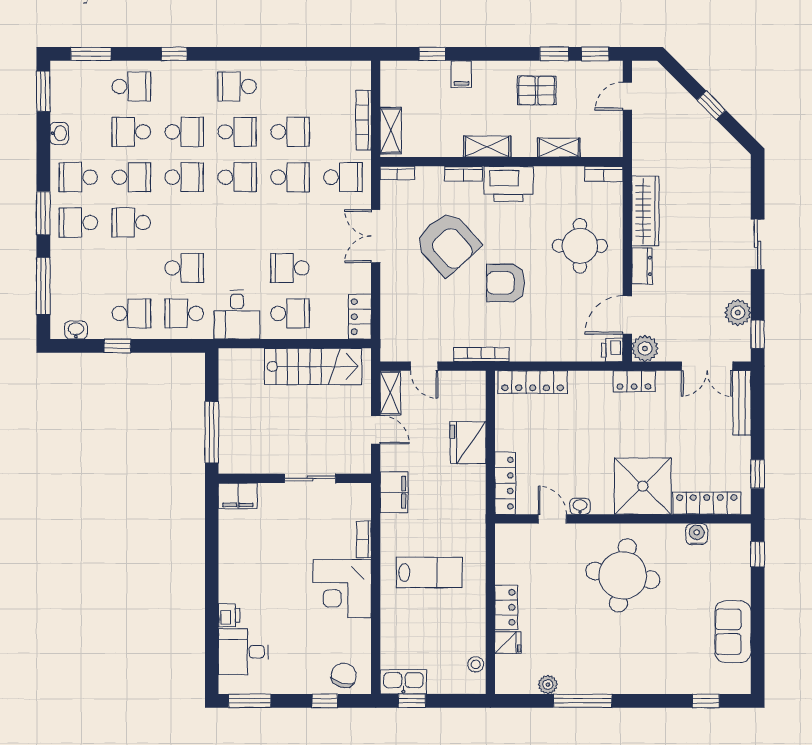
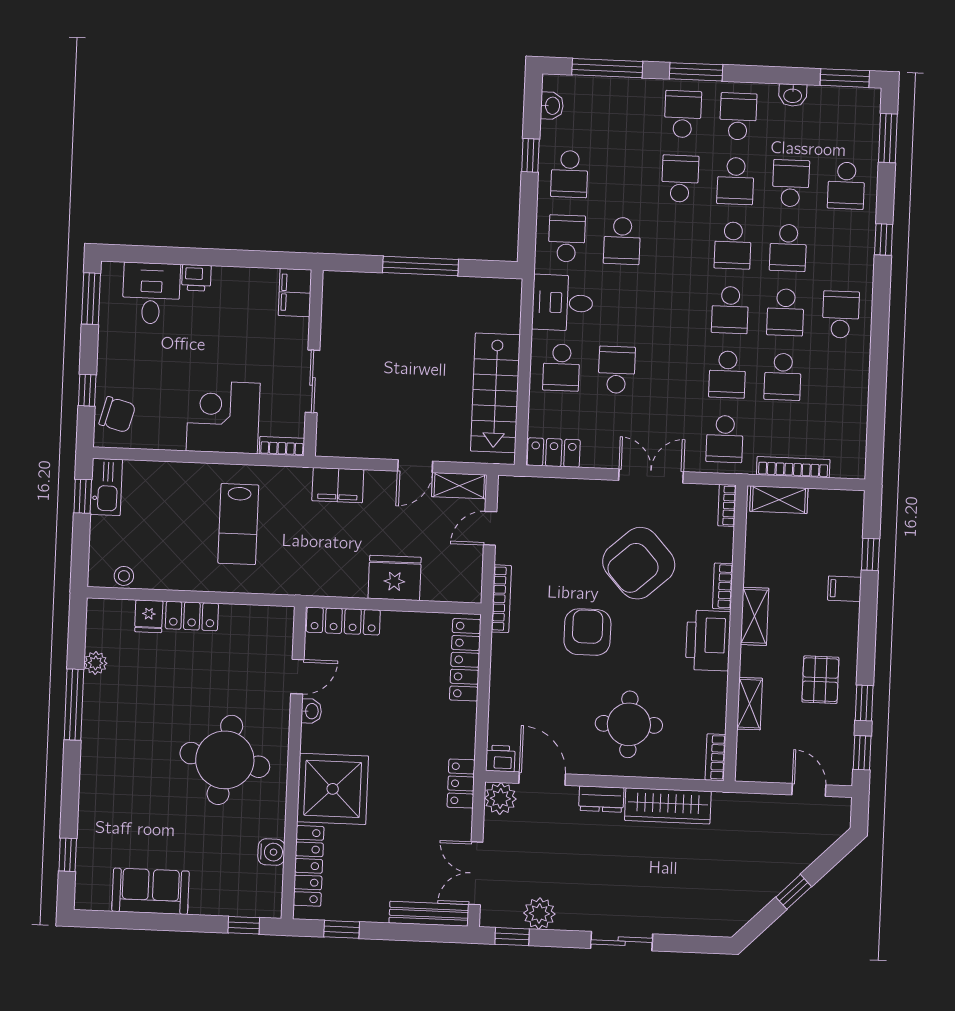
wall: (295, 478) -> (313, 363), moved
sliding door: (310, 478) -> (312, 381), moved
filing cabinet: (238, 496) -> (295, 293), moved

